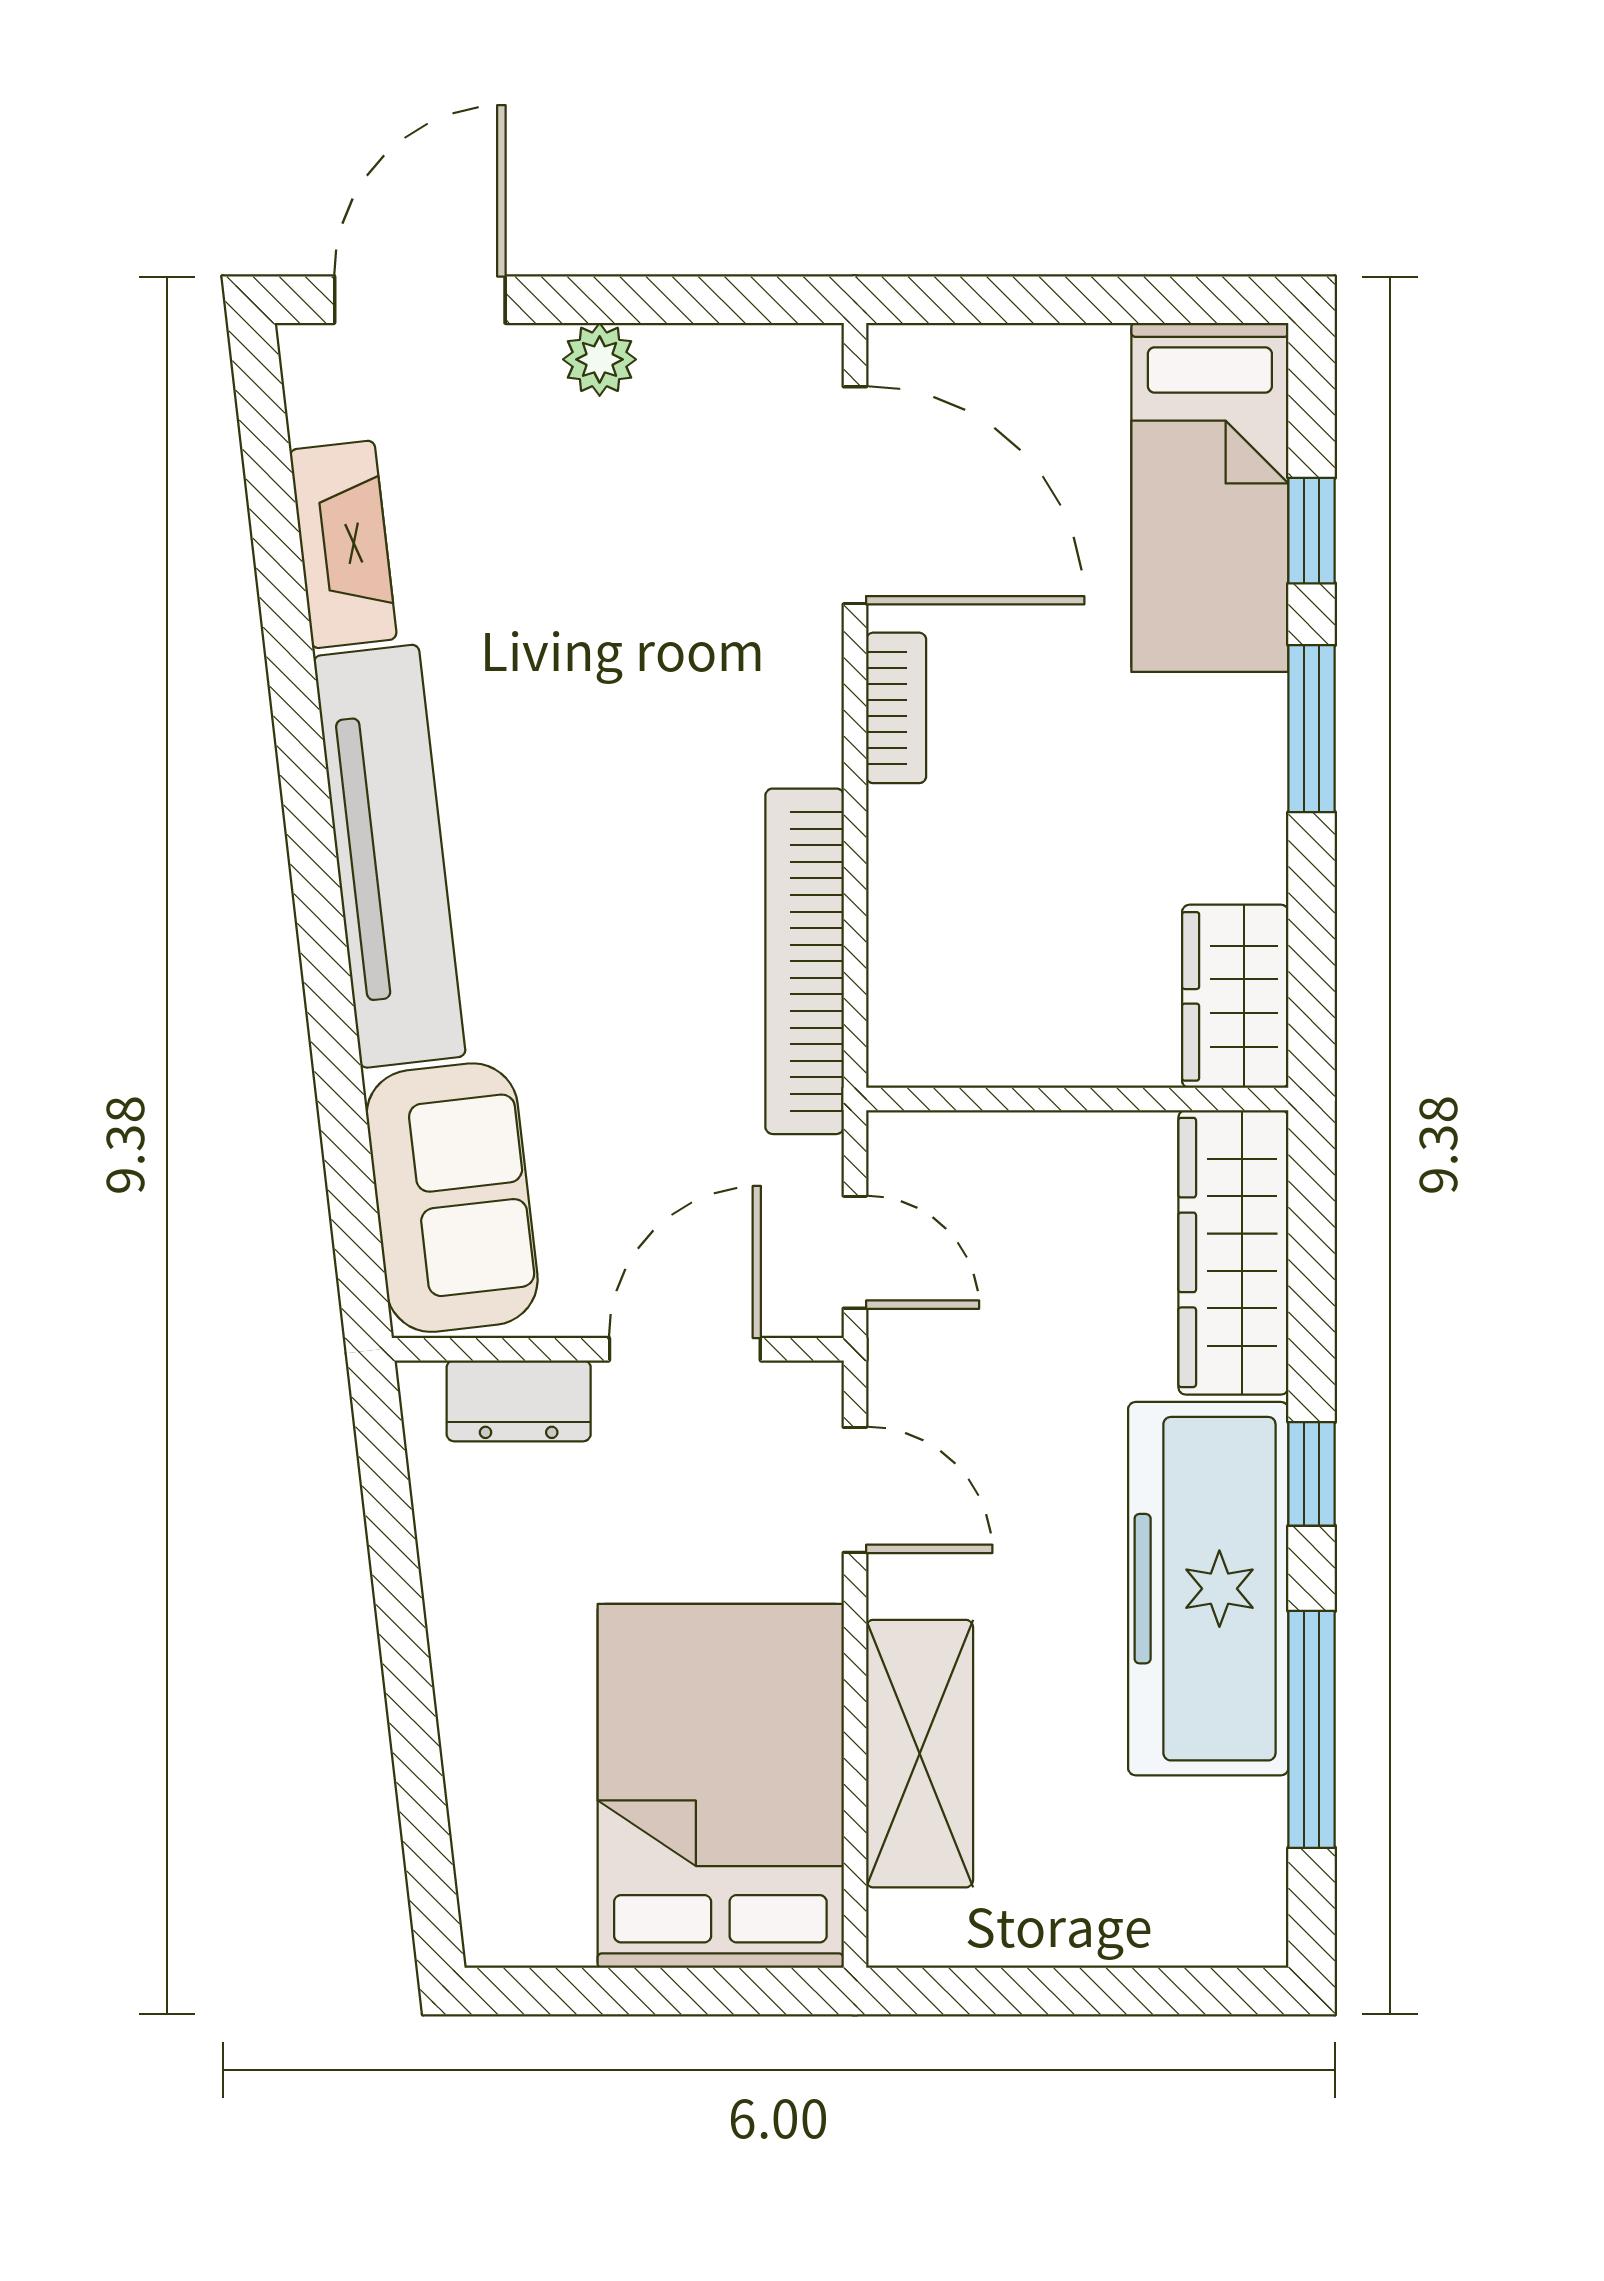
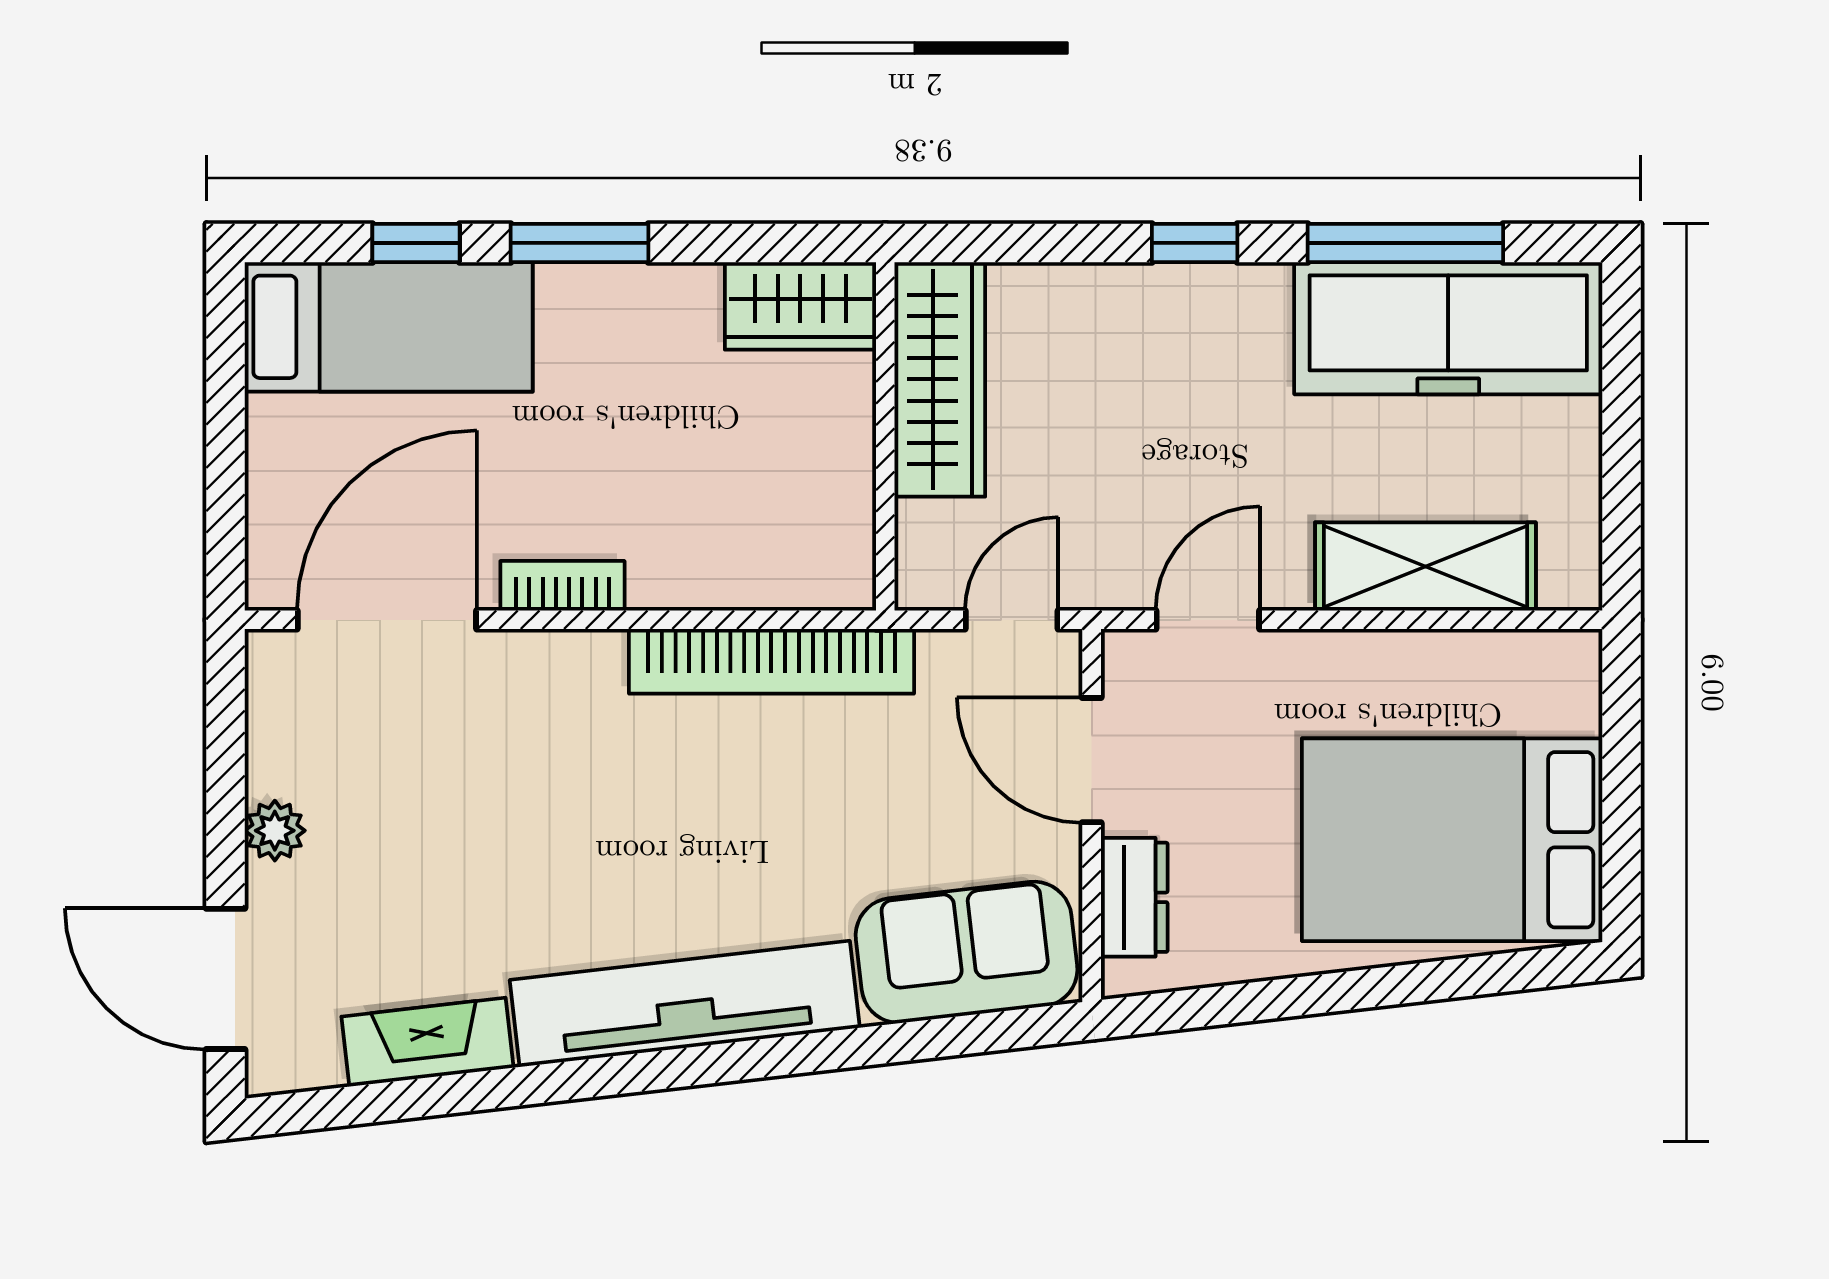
wardrobe: (1233, 1252) -> (940, 379), moved, turned -90
freezer: (1208, 1589) -> (1448, 328), moved
bed: (720, 1786) -> (1452, 840), moved

